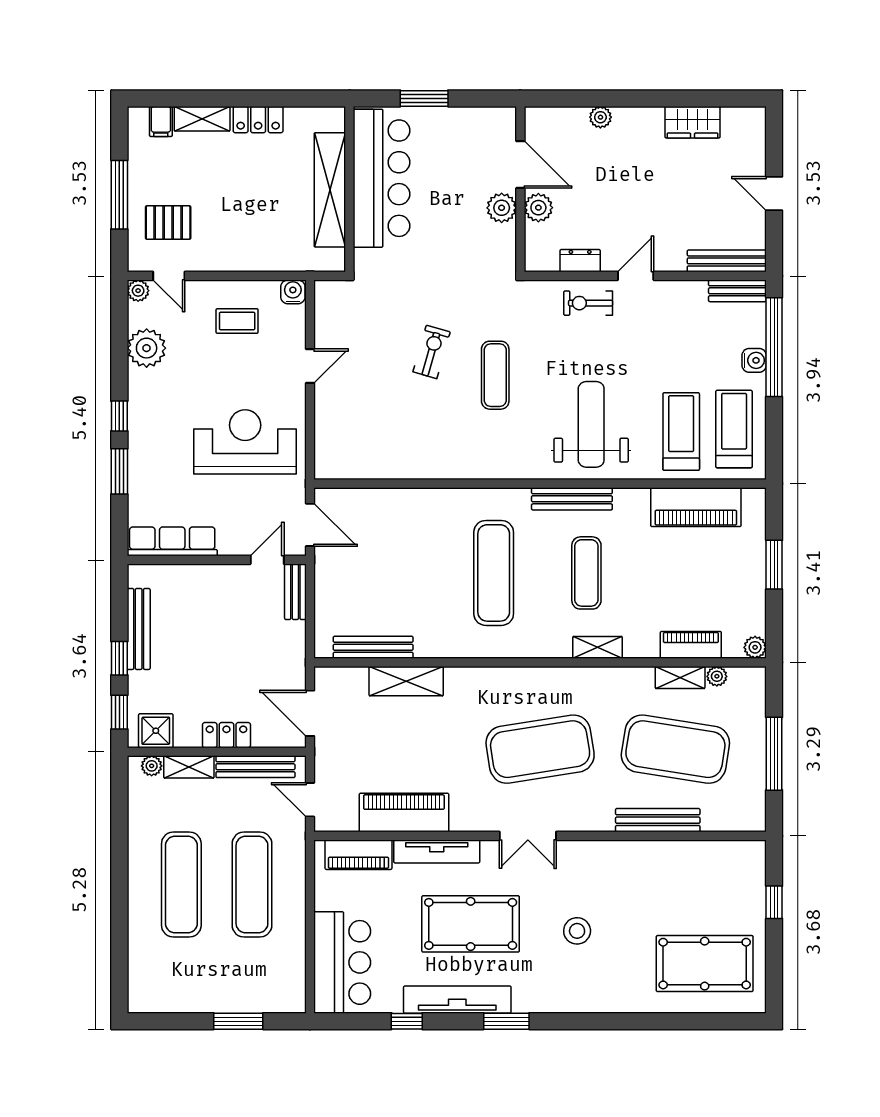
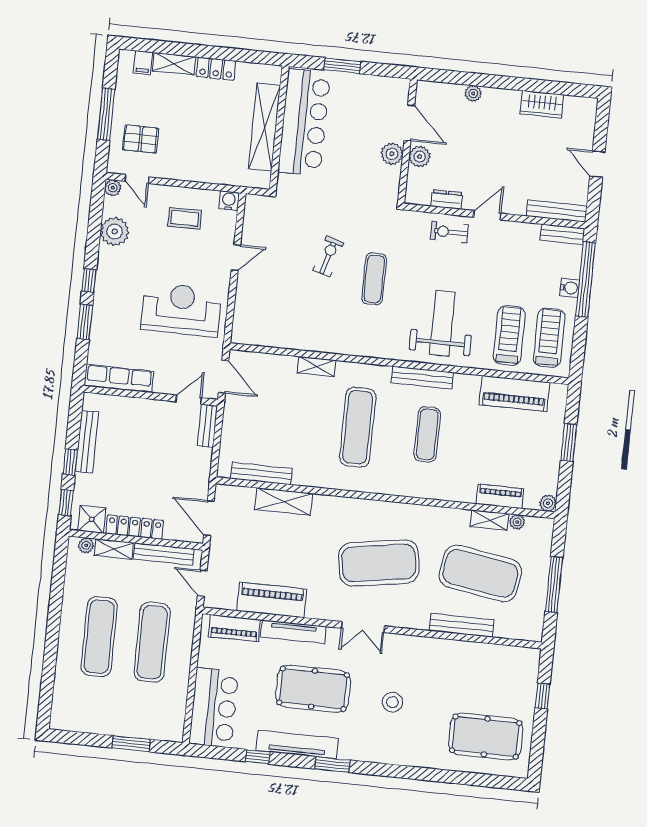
shelving: (598, 647) -> (316, 366), moved
locker: (226, 735) -> (135, 527), width x1.53

